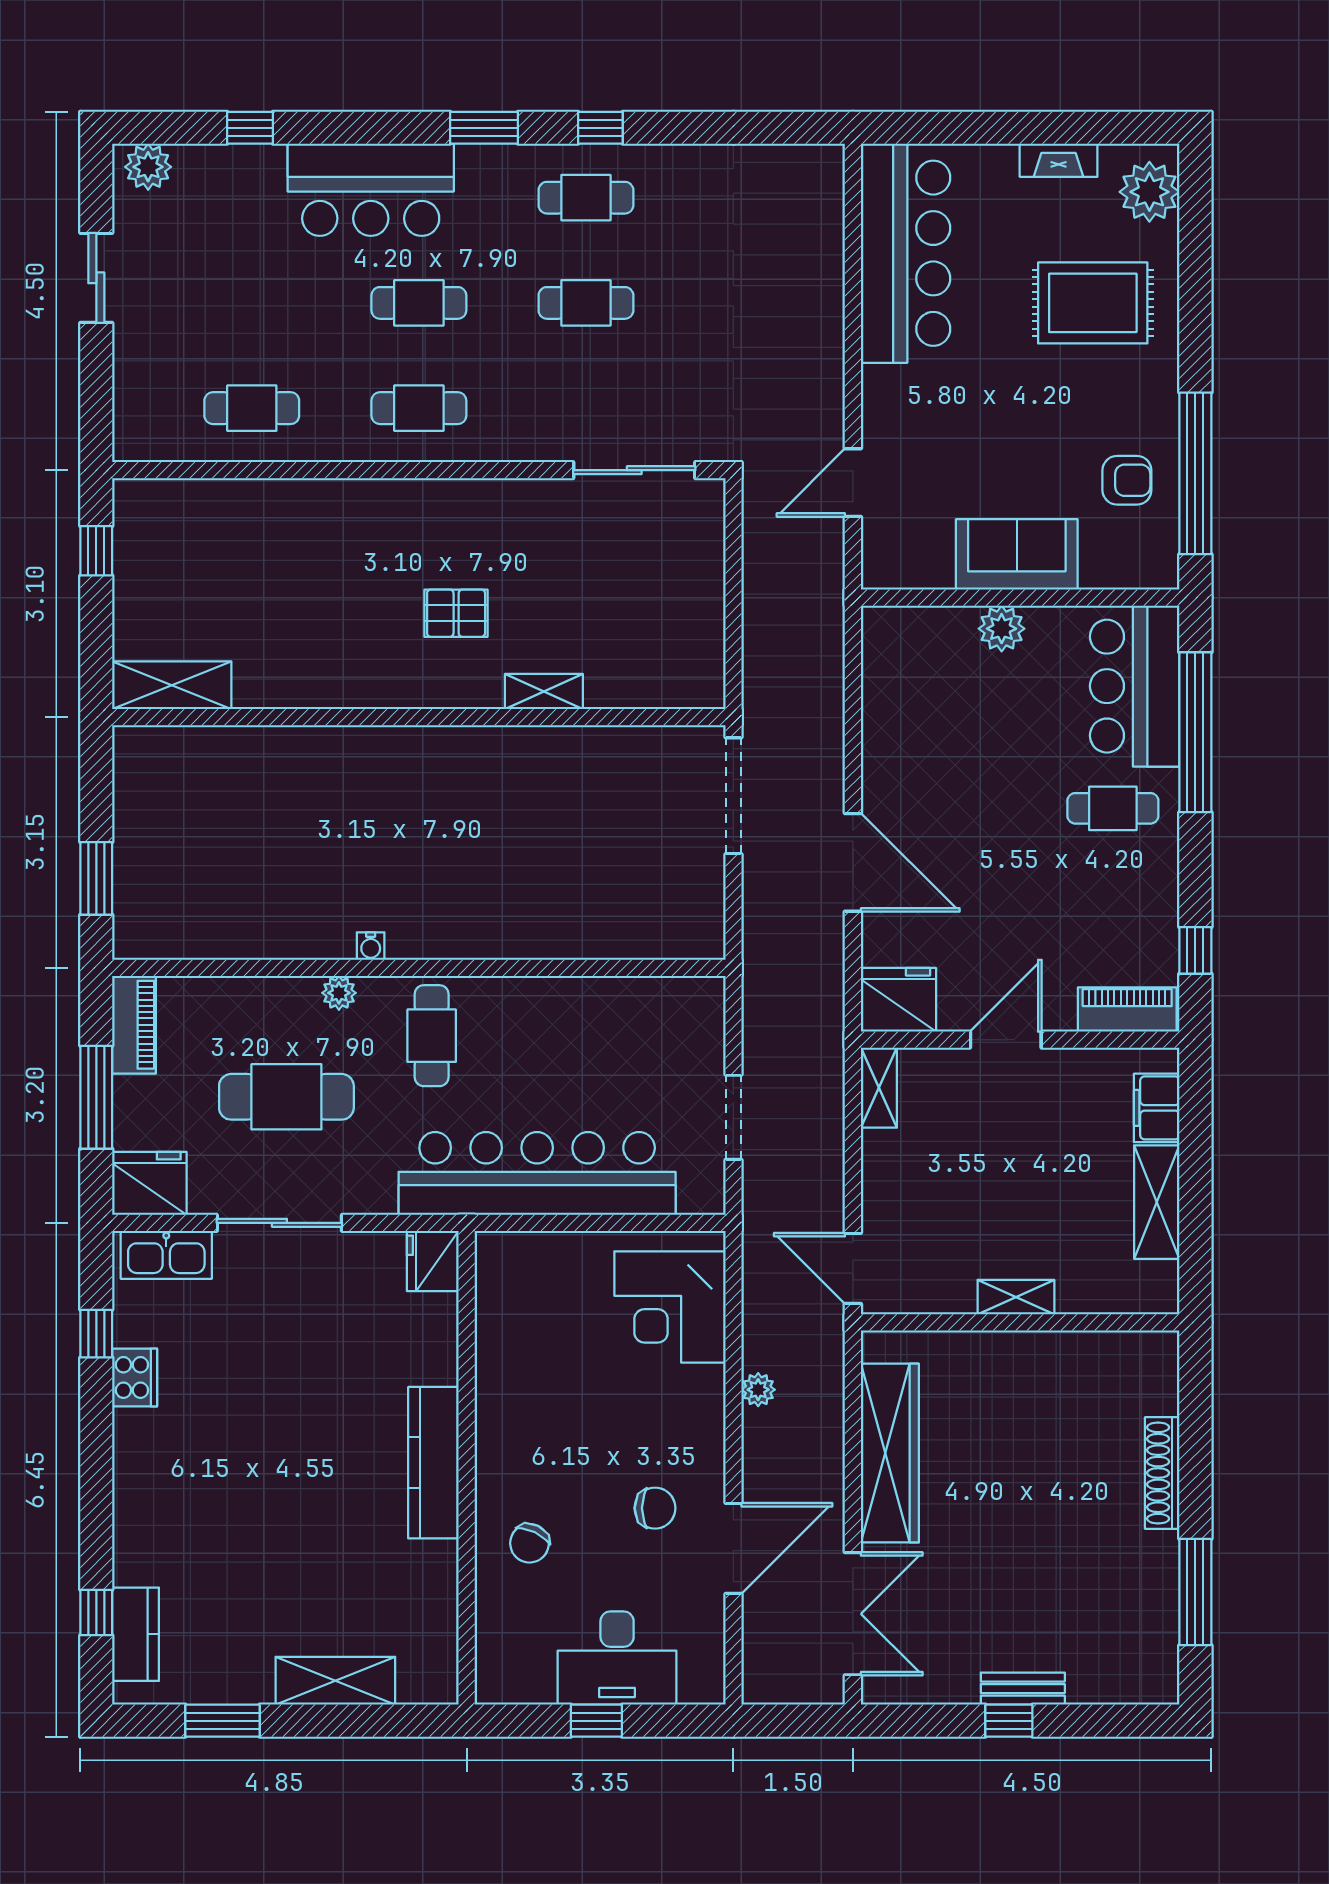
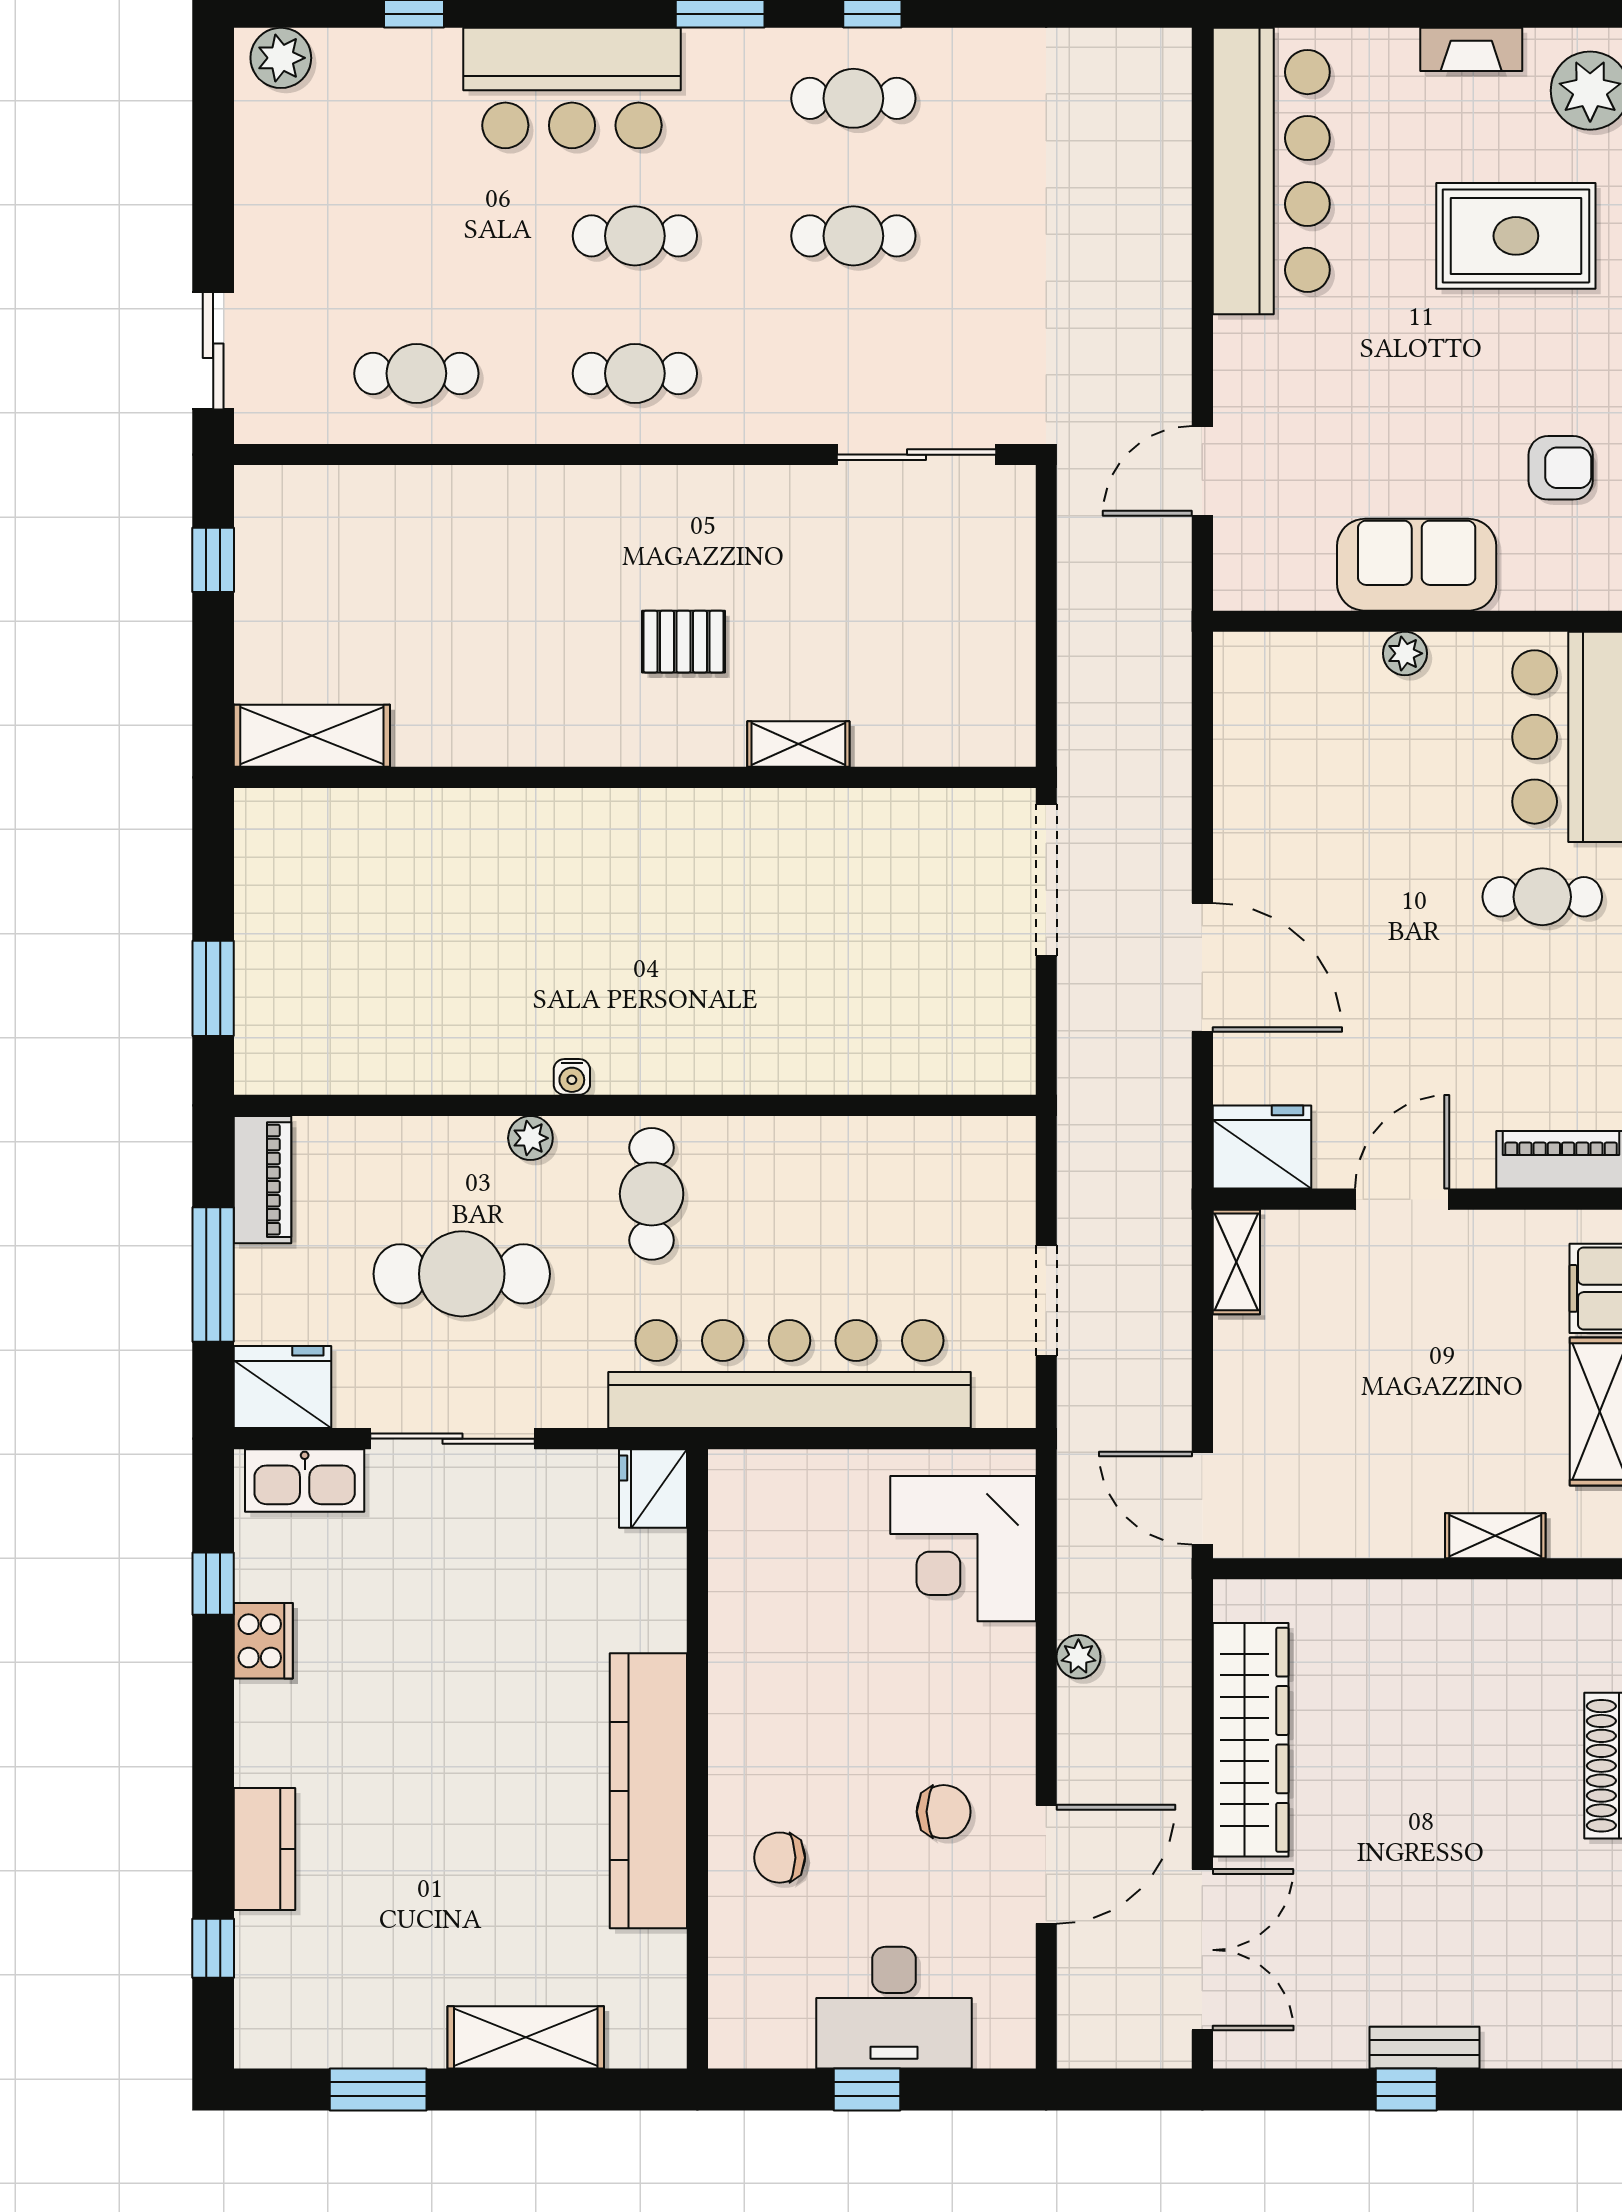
sliding door: (96, 278) -> (213, 351), moved
plant: (1002, 629) -> (1405, 653), width x0.73, depth x0.73
shelving: (1016, 1297) -> (1495, 1536), moved
kitchen counter: (433, 1463) -> (648, 1791), width x1.39, depth x1.17
chair: (530, 1543) -> (780, 1858), turned 64
kitchen counter: (136, 1634) -> (265, 1849), moved

